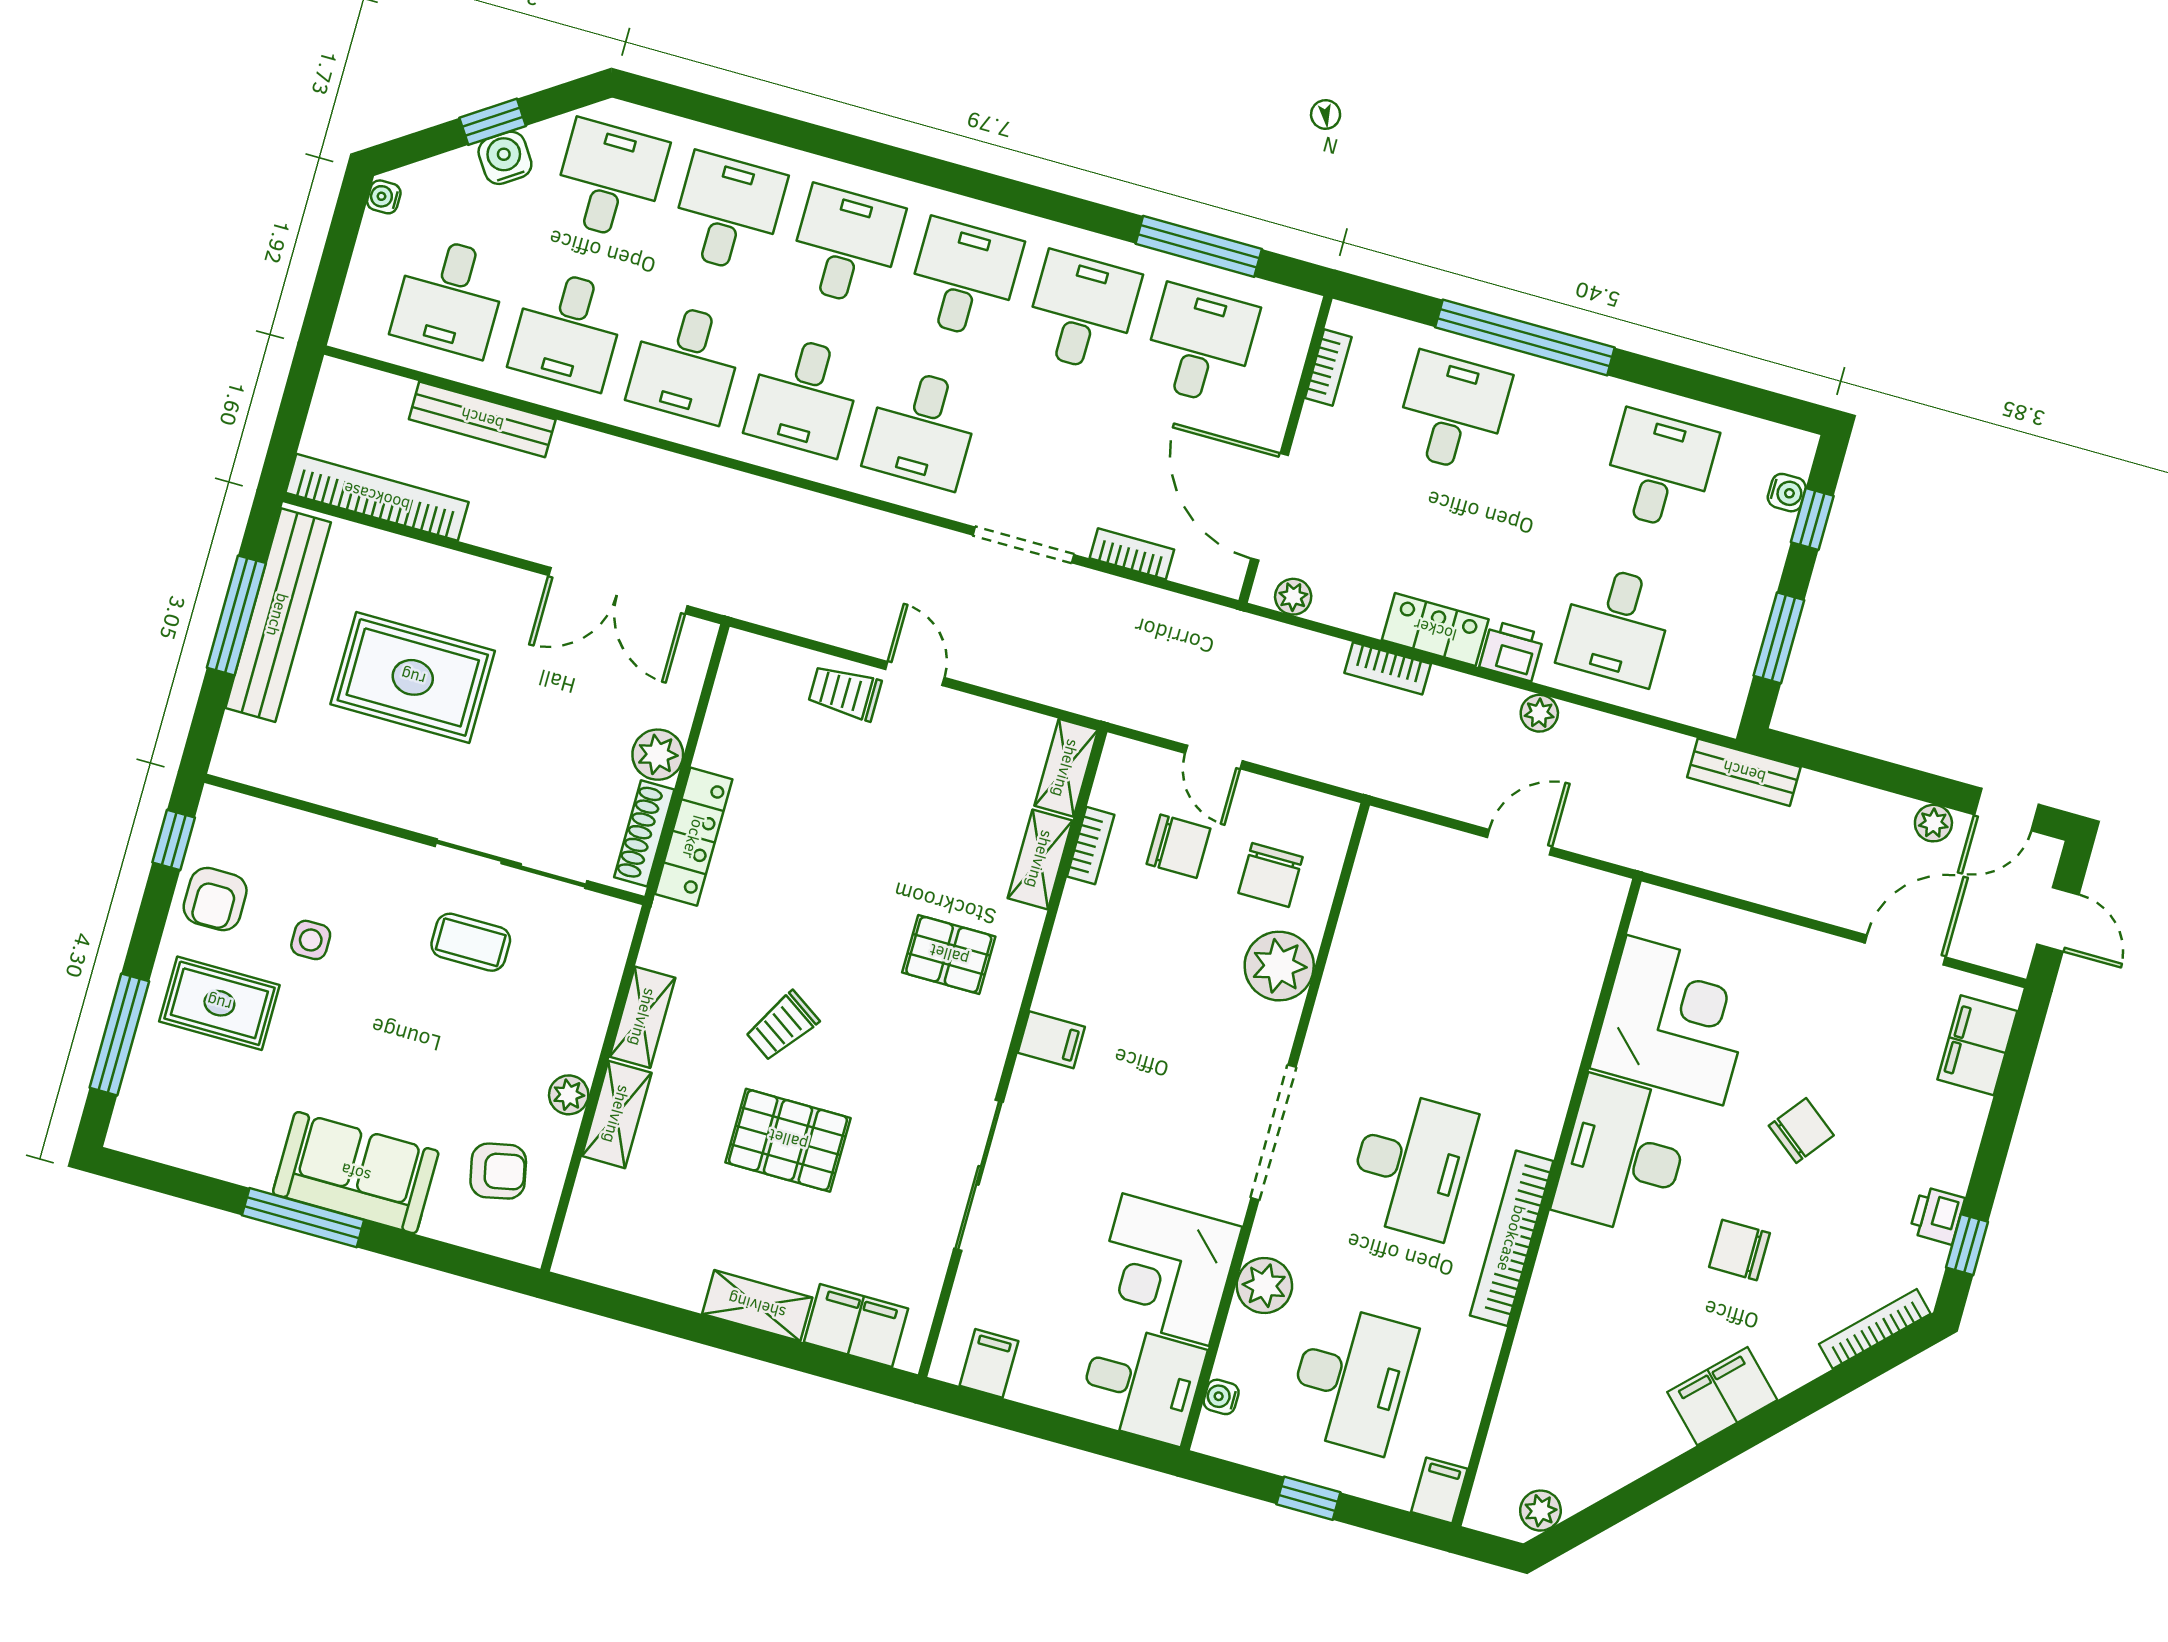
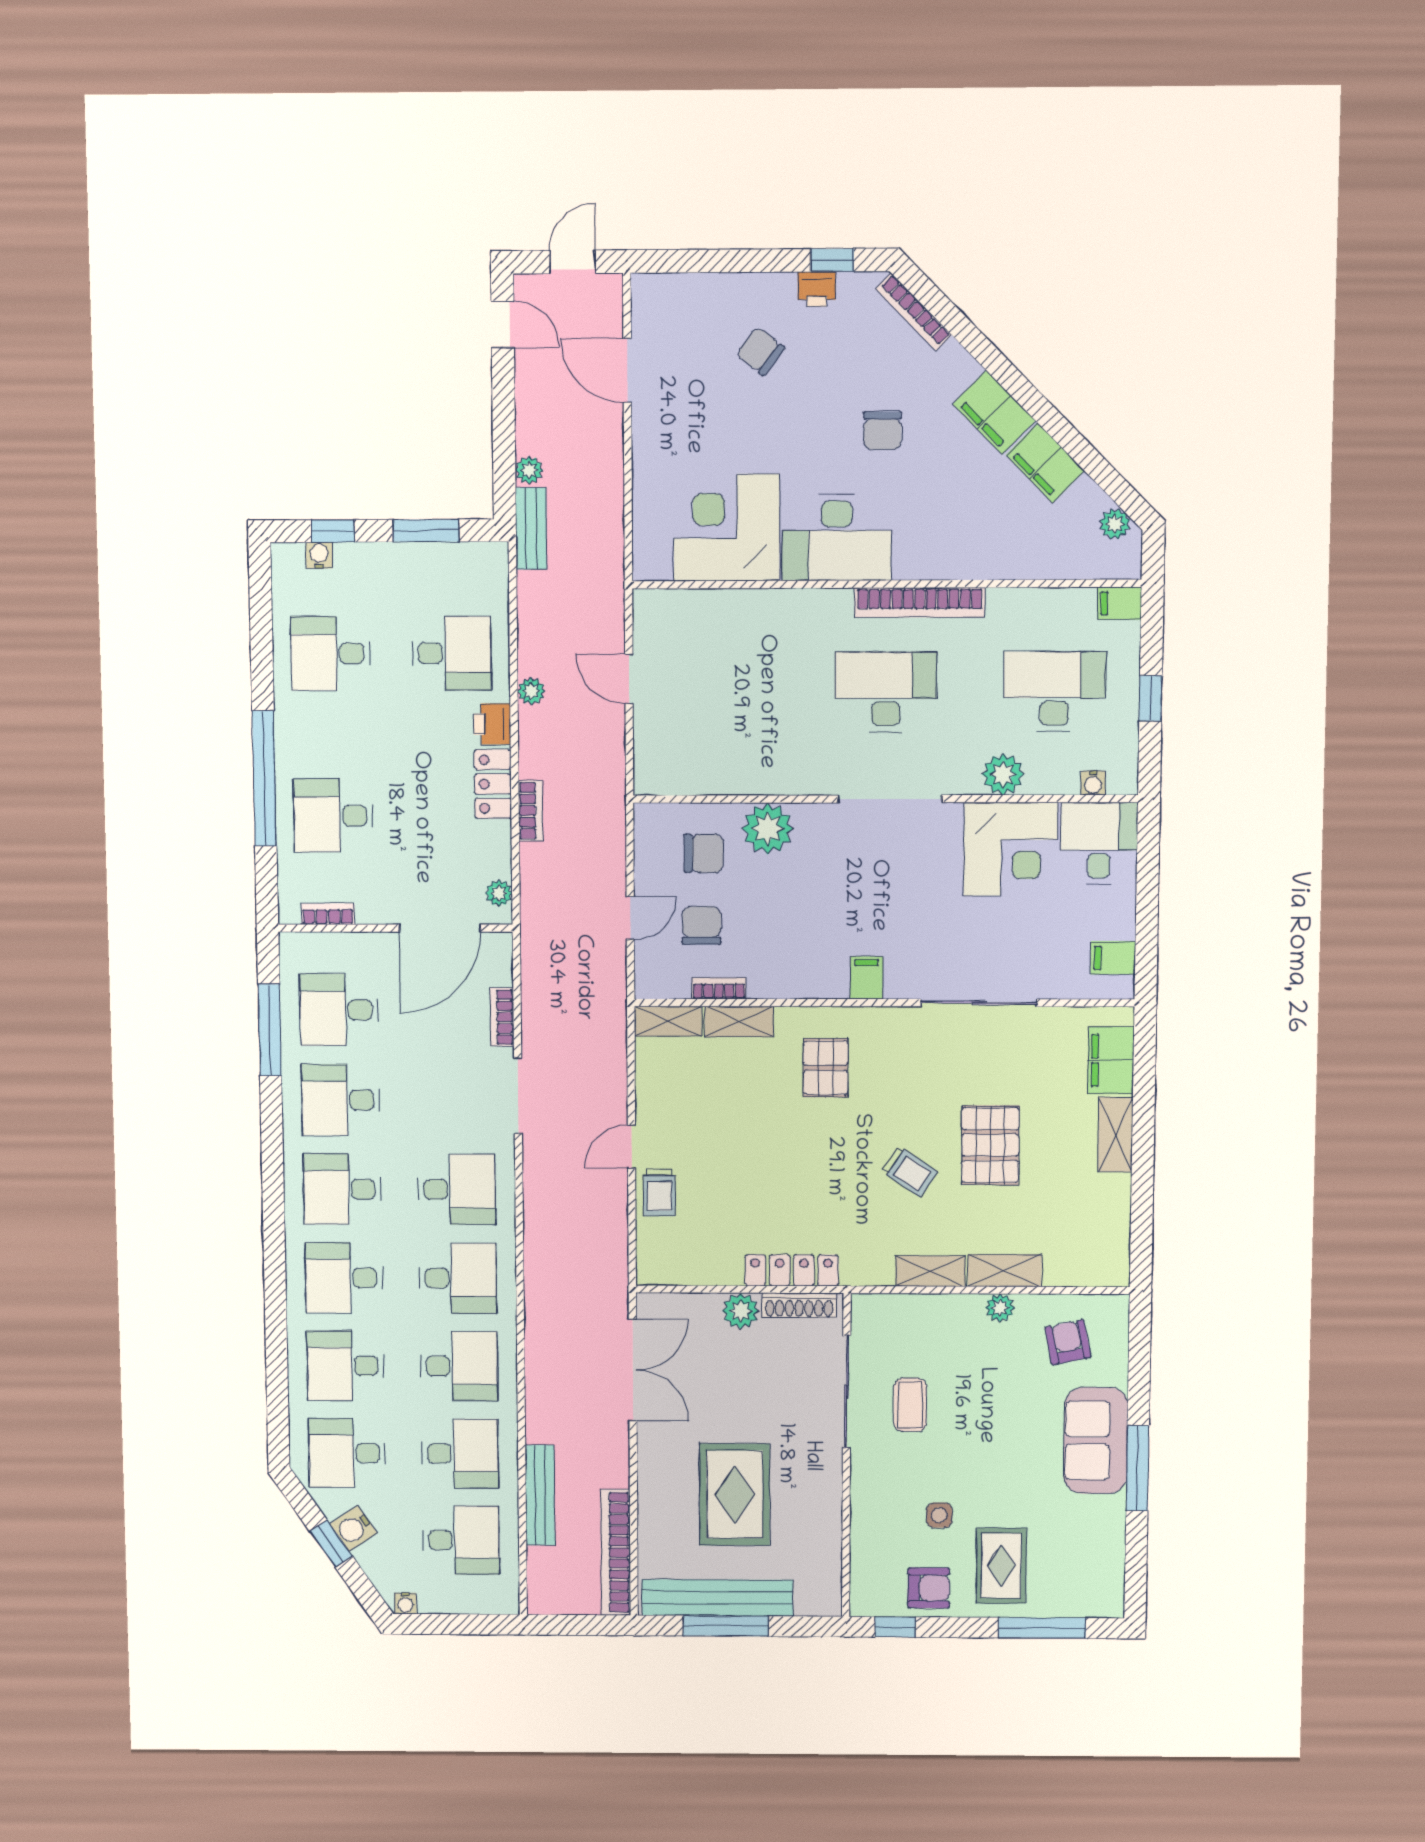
plant: (1933, 823) -> (529, 470), moved
filing cabinet: (1977, 1045) -> (1045, 463), moved, turned 45
chair: (1801, 1131) -> (760, 351), moved

